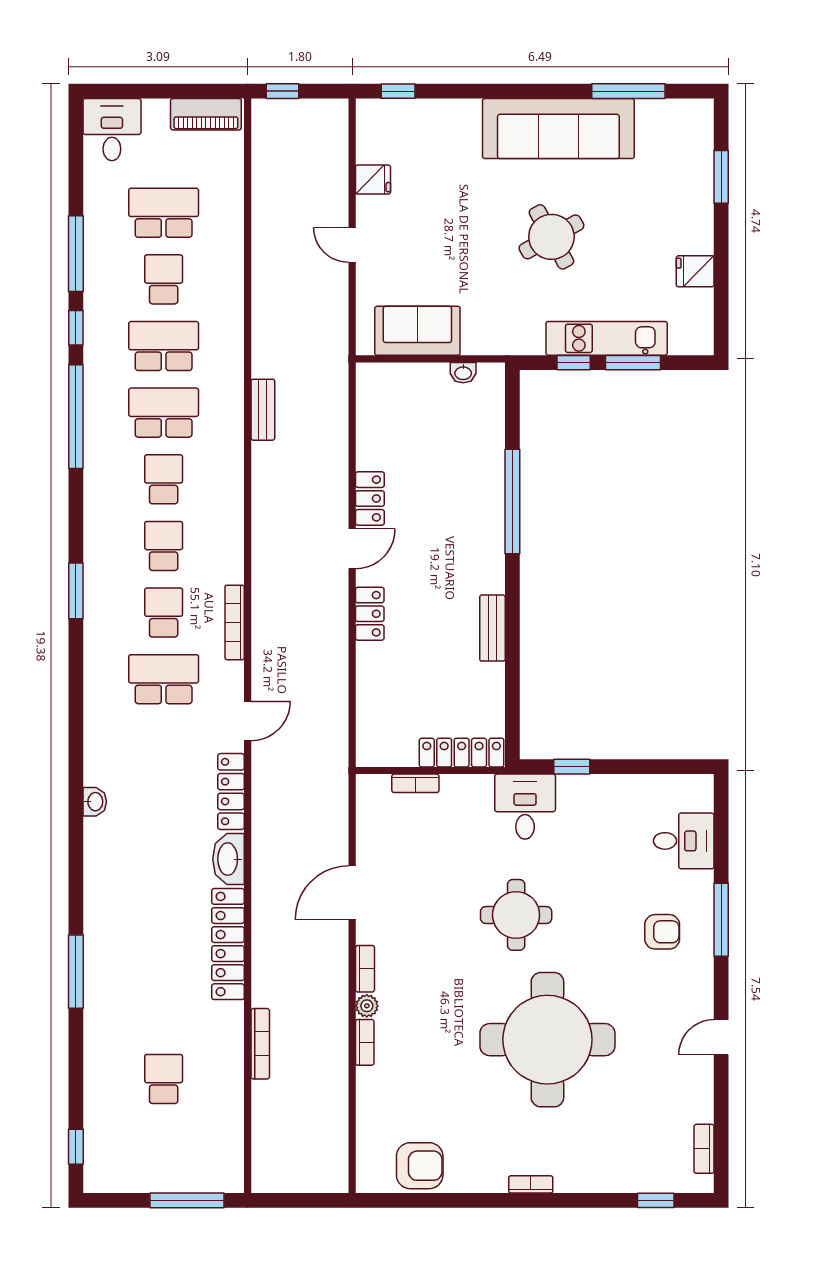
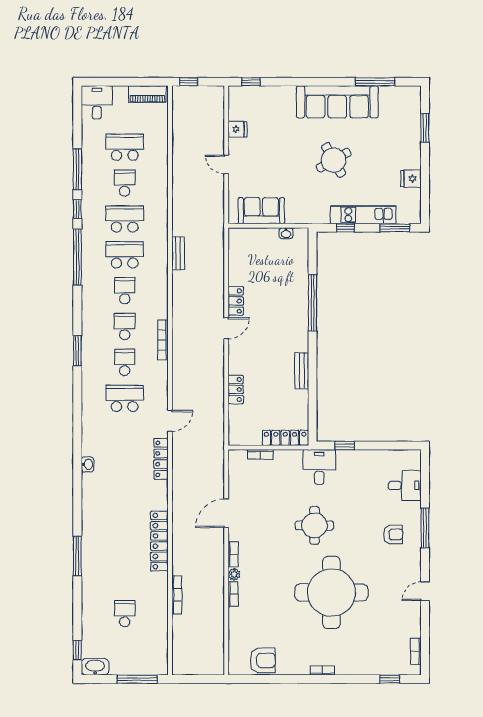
window: (633, 363) -> (395, 228), moved
locker: (370, 614) -> (236, 390), moved
bookcase: (235, 622) -> (163, 340), moved
washbasin: (229, 859) -> (95, 667), moved, turned 90

